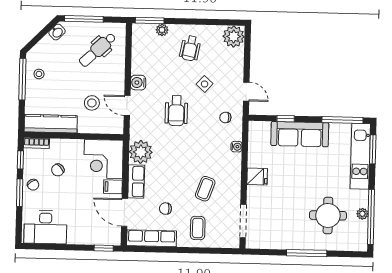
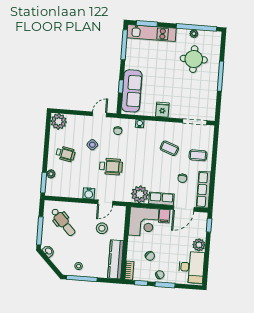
sofa: (300, 134) -> (132, 91), moved
plant: (76, 236) -> (199, 245), added

